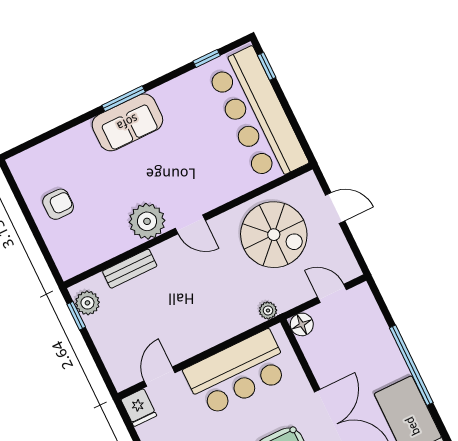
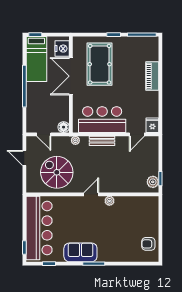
sofa: (127, 122) -> (80, 252), moved
armchair: (58, 204) -> (148, 244), moved
door: (335, 208) -> (24, 158), moved
plant: (147, 221) -> (109, 201), width x0.53, depth x0.53
door: (190, 224) -> (91, 194), hinge flipped
bench: (130, 269) -> (102, 141), moved

